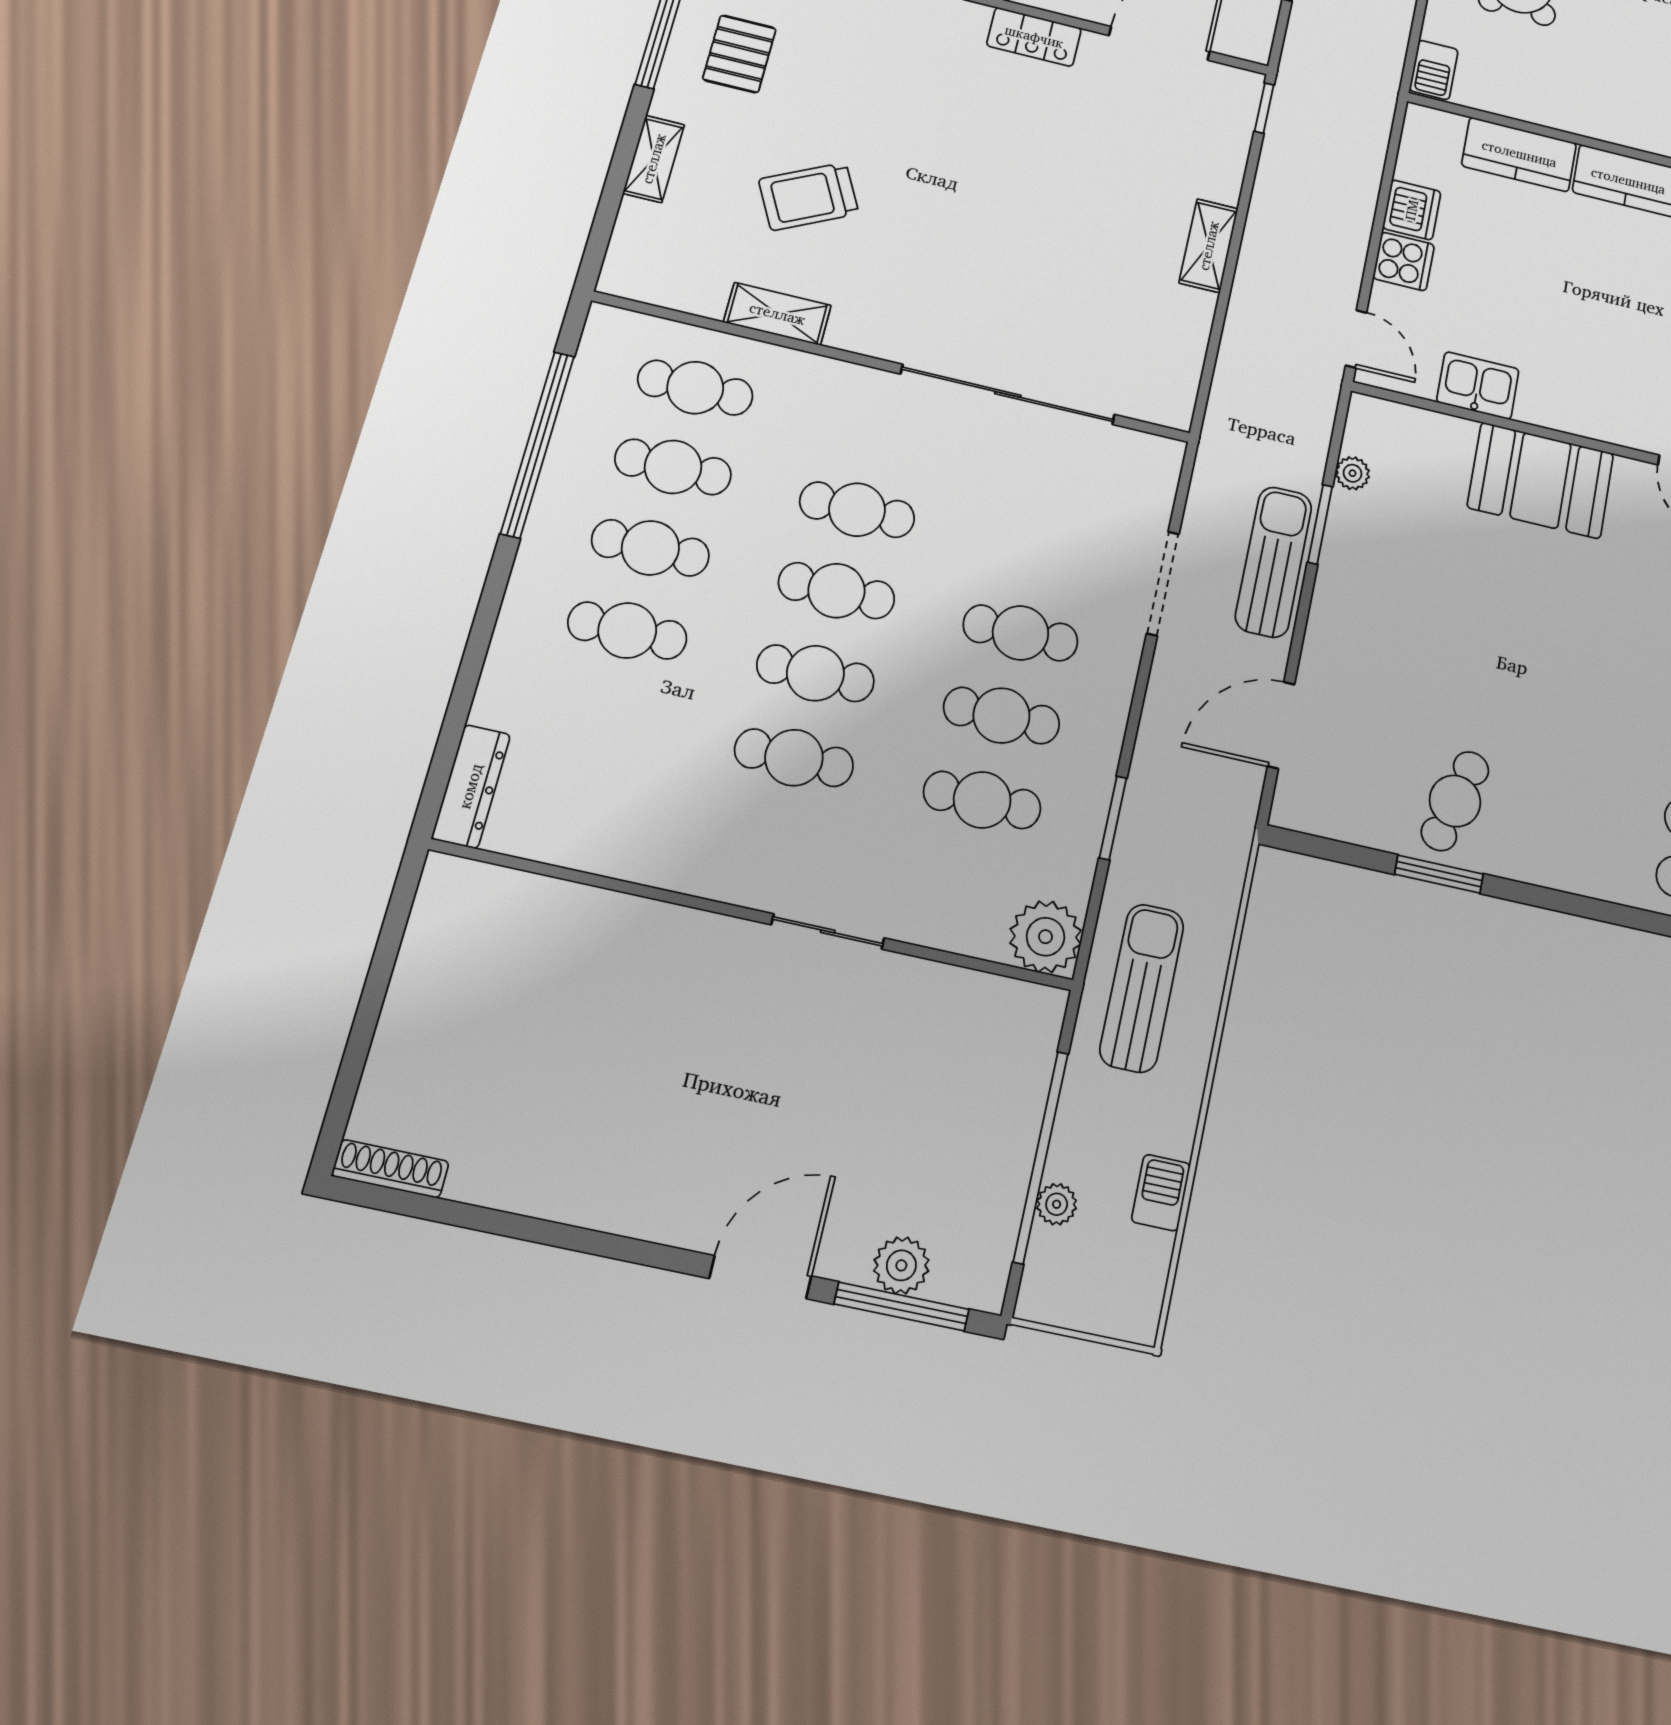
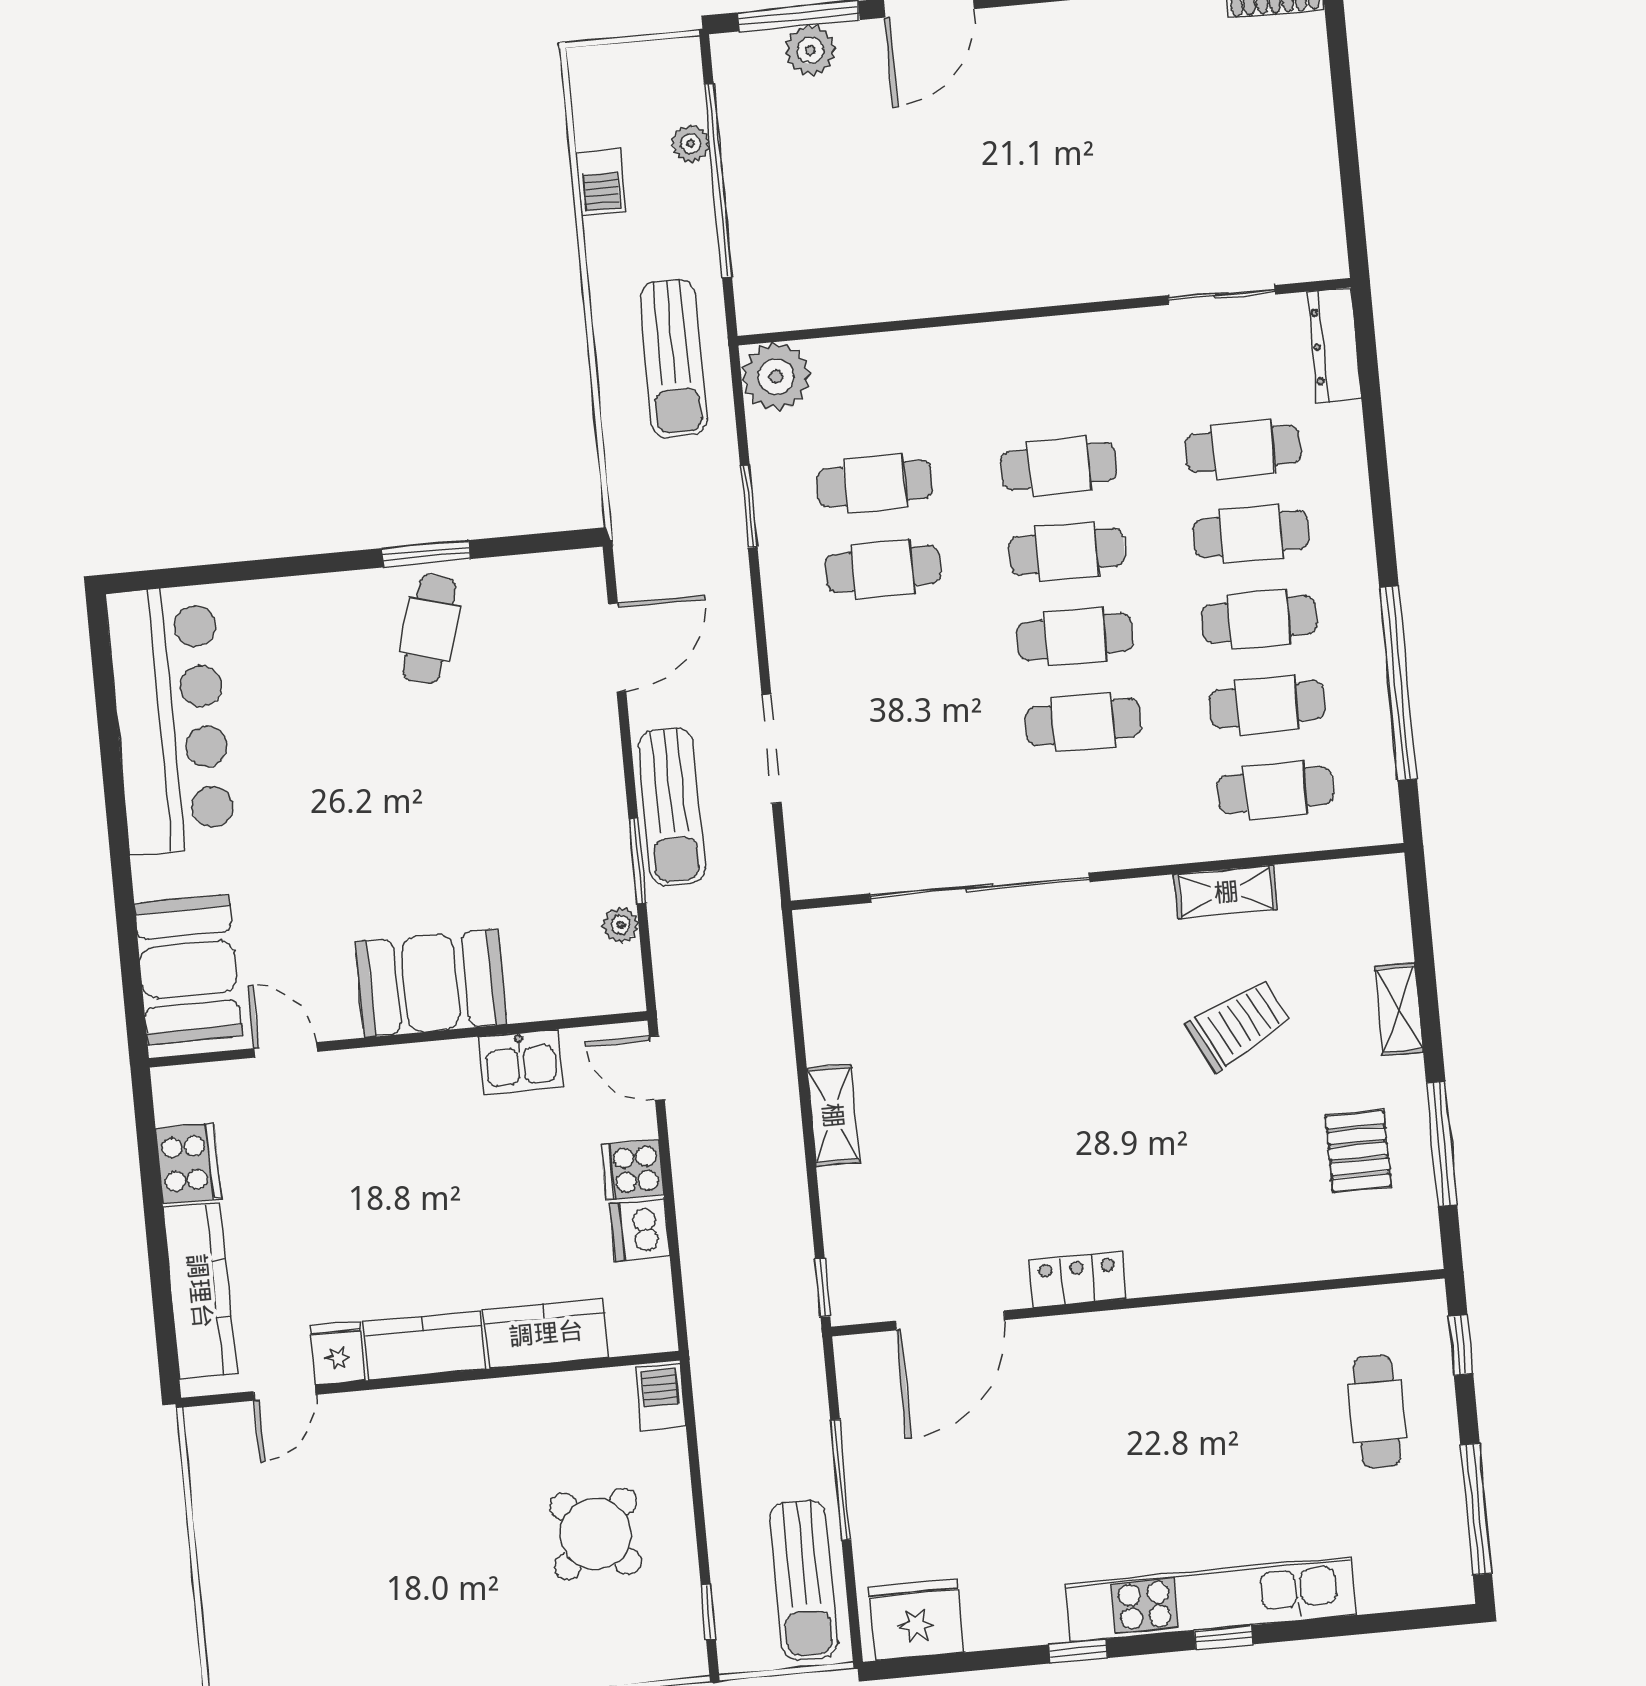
cafe table: (1020, 633) -> (1243, 449), moved
sliding door: (828, 931) -> (1222, 295), moved

